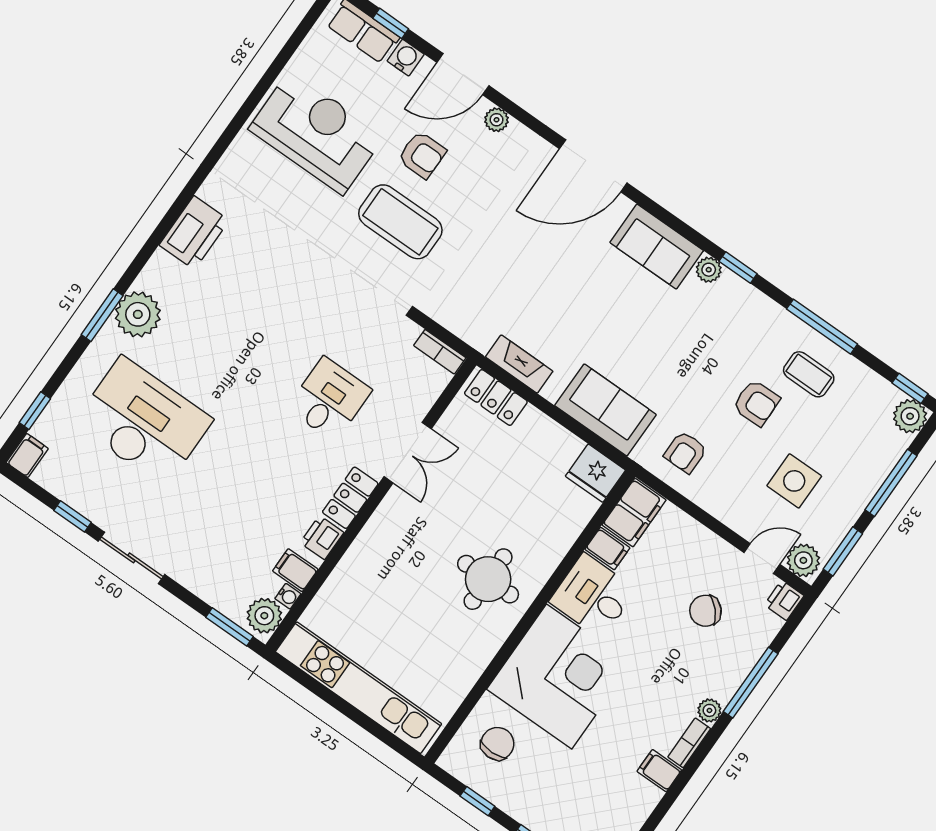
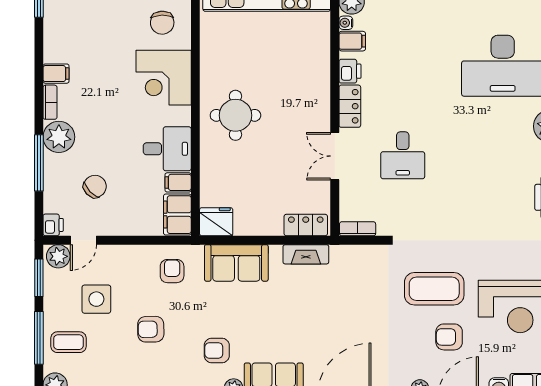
armchair: (698, 326) -> (217, 350), added
coffee table: (809, 374) -> (68, 342), moved
corner desk: (559, 676) -> (164, 78), width x0.74, depth x0.74
plant: (709, 710) -> (59, 137), width x1.87, depth x1.87

